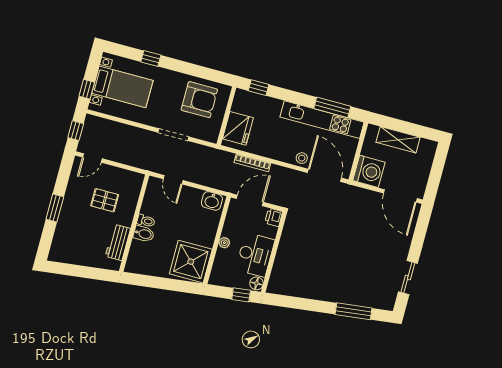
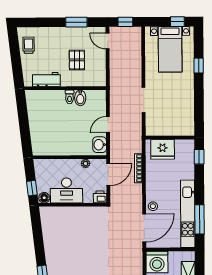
window: (87, 89) -> (177, 22), moved
armchair: (199, 100) -> (177, 113), removed
door: (173, 180) -> (108, 125), moved
door: (250, 200) -> (108, 174), hinge flipped
window: (55, 208) -> (76, 22), moved
bidet: (144, 234) -> (80, 98), moved
plant: (224, 243) -> (86, 163), moved
trolley: (72, 252) -> (29, 45), added
shower: (191, 262) -> (47, 141), removed

